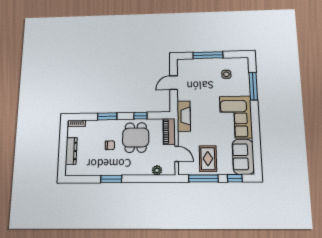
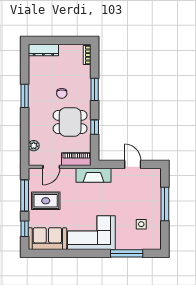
dresser: (71, 151) -> (43, 50), moved

